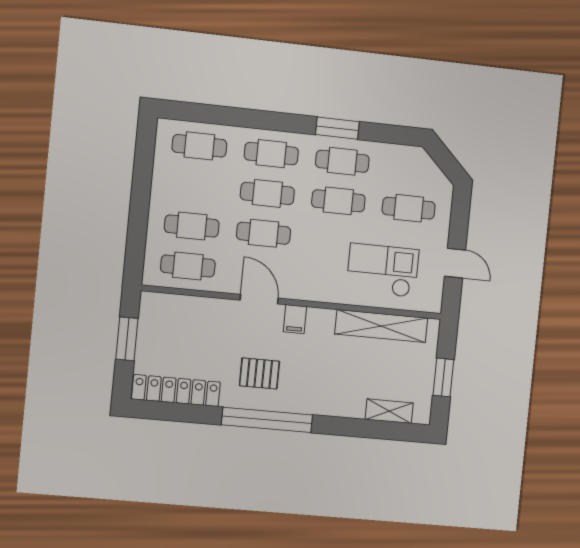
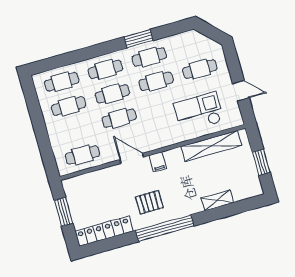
cafe table: (192, 226) -> (69, 106), moved
shelving: (389, 411) -> (217, 200), moved

